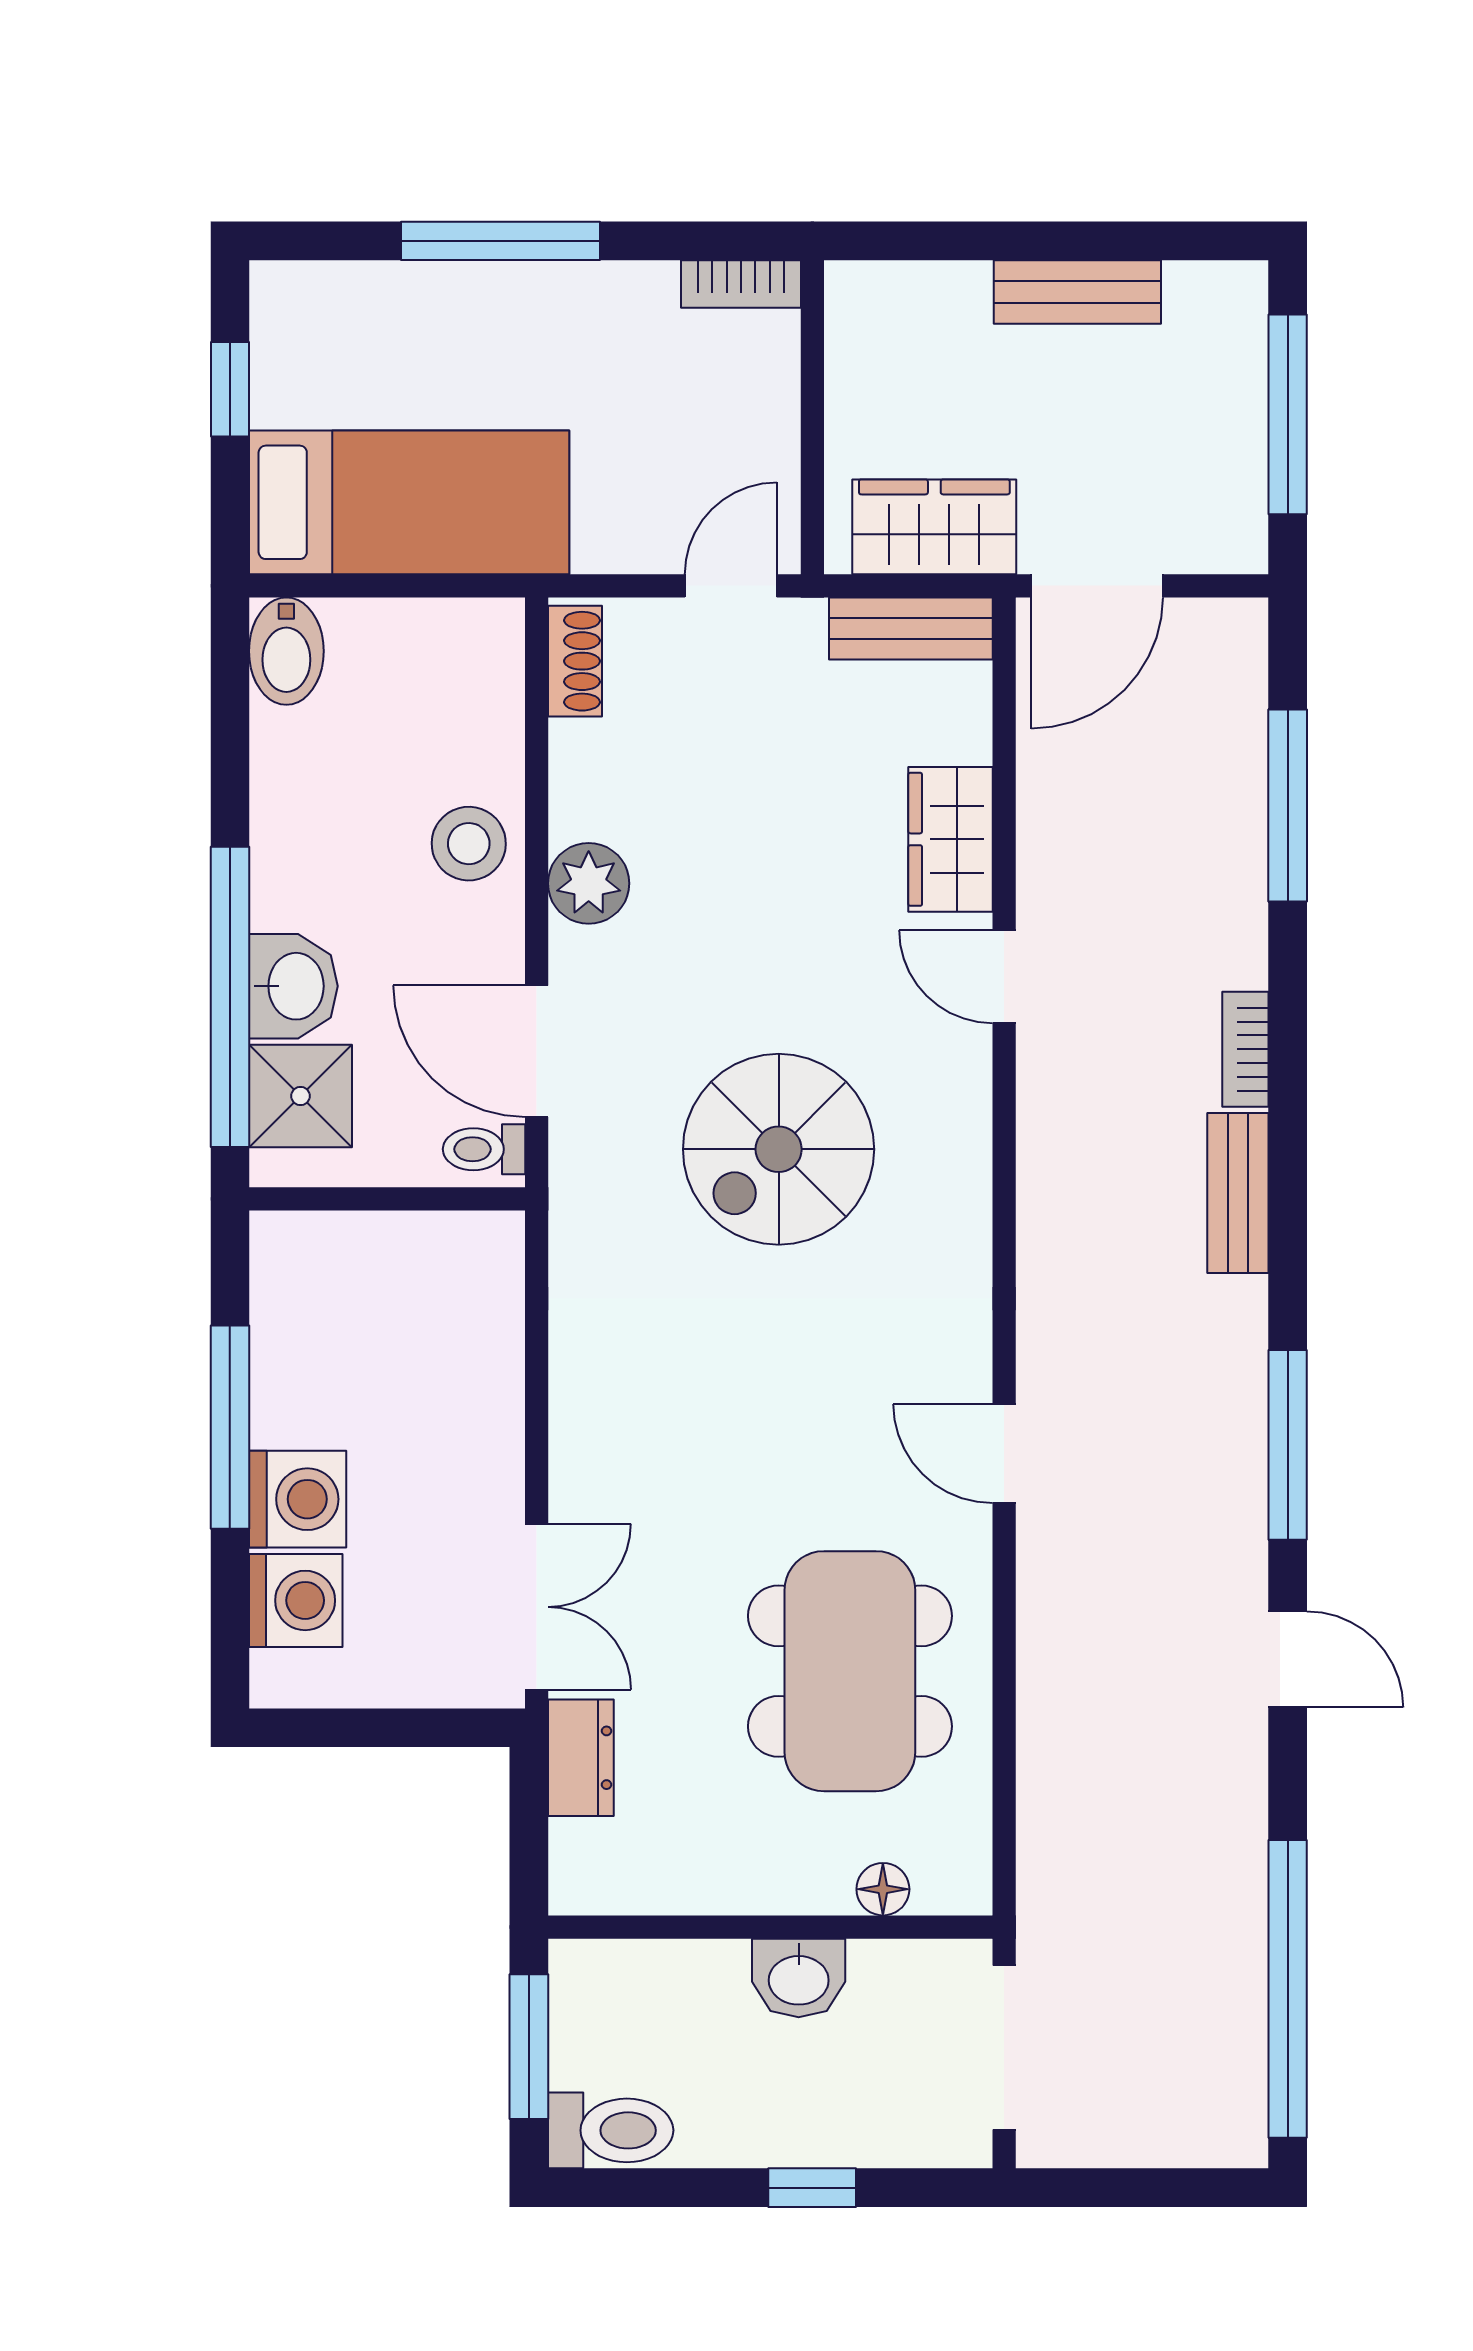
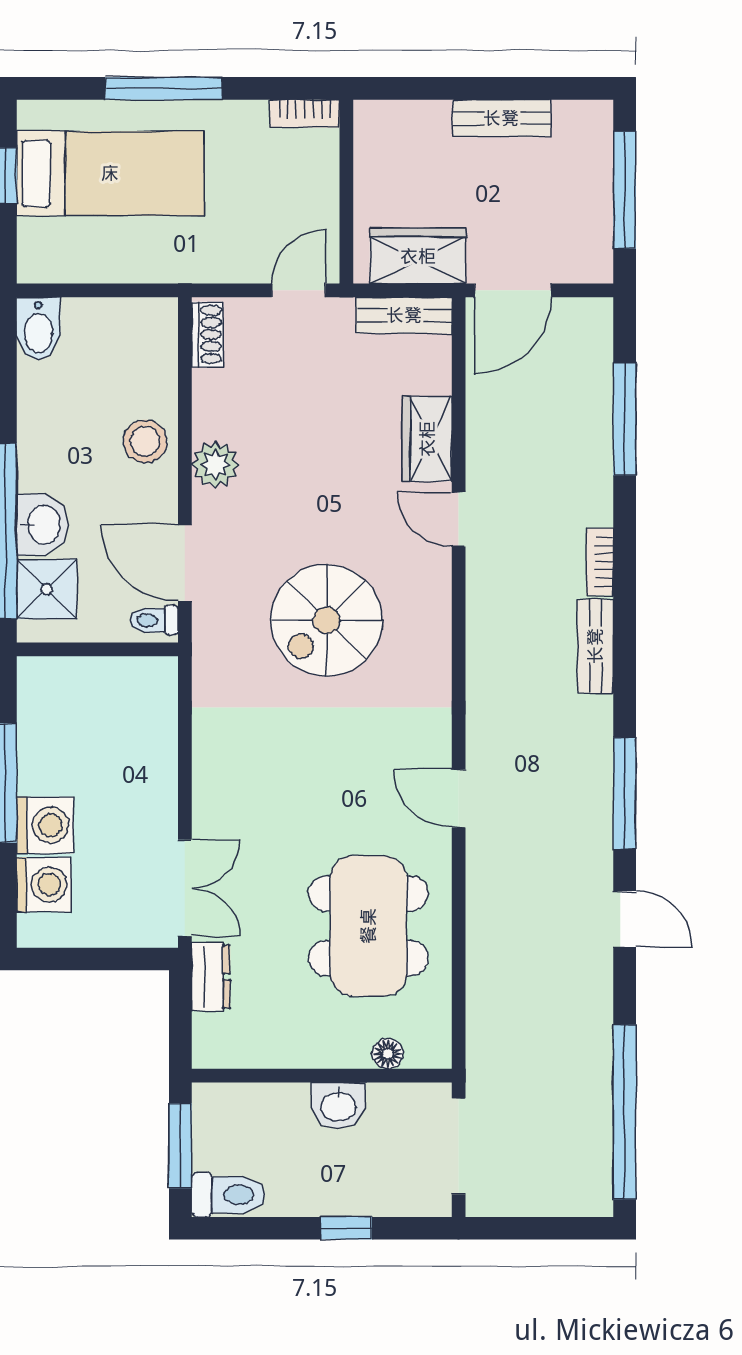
bed: (409, 502) -> (110, 173), moved

